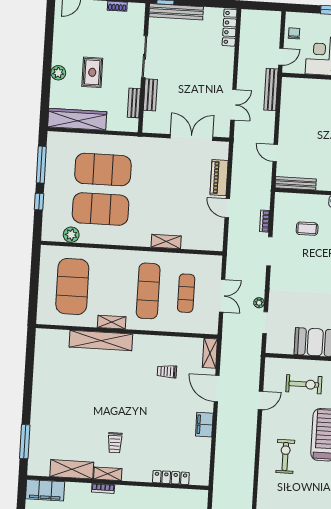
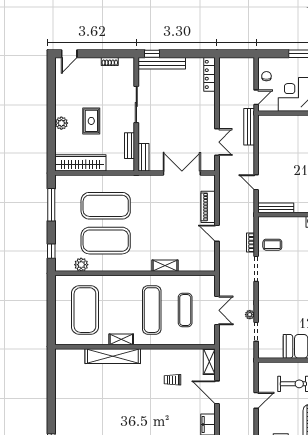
bench: (150, 95) -> (143, 157), moved
window: (39, 202) -> (51, 251), moved
coffee table: (307, 229) -> (272, 245), moved

